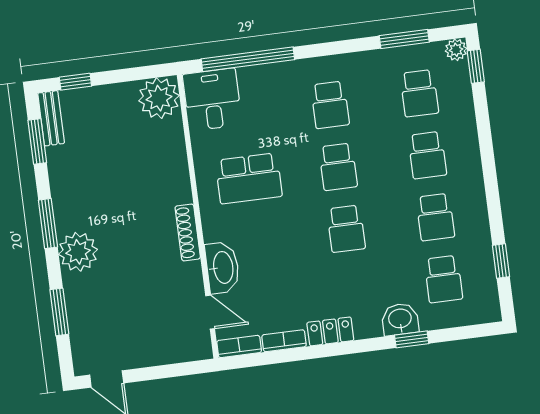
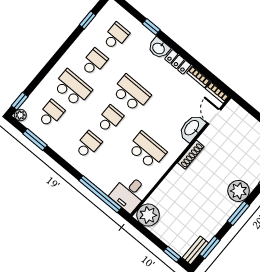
school desk: (427, 155) -> (73, 88), width x1.85
school desk: (346, 229) -> (131, 93), width x1.85
washbasin: (400, 319) -> (159, 48), moved

